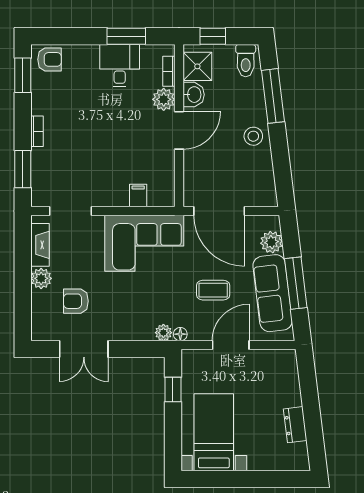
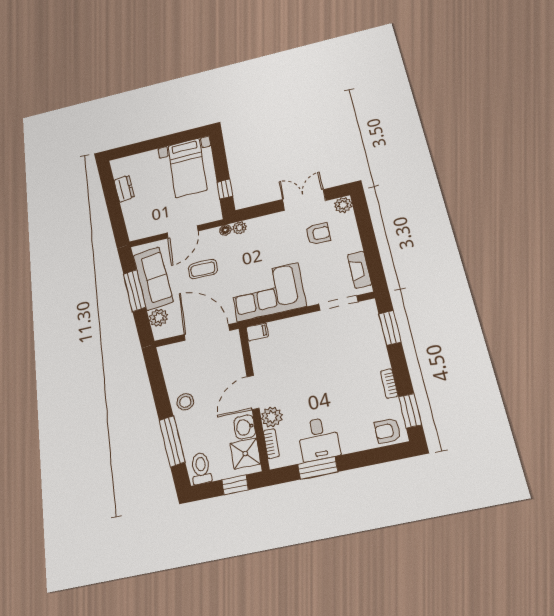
bookcase: (37, 131) -> (389, 384), moved
filing cabinet: (138, 196) -> (257, 332), moved, turned -90
plant: (41, 278) -> (343, 205), moved

